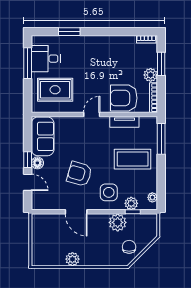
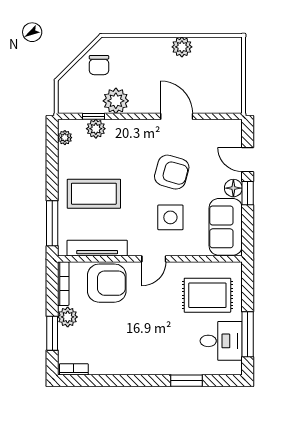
tv unit: (124, 122) -> (97, 248), width x1.41
side table: (109, 192) -> (170, 217), moved

